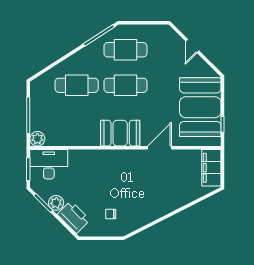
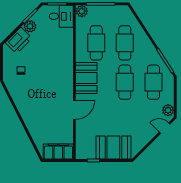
plant: (160, 32) -> (168, 110), added
door: (192, 46) -> (165, 128), moved
booth: (200, 107) -> (113, 147), width x0.73, depth x0.70
cafe table: (77, 121) -> (96, 43), added
door: (159, 148) -> (74, 110), hinge flipped
desk: (49, 164) -> (61, 16), width x0.73

